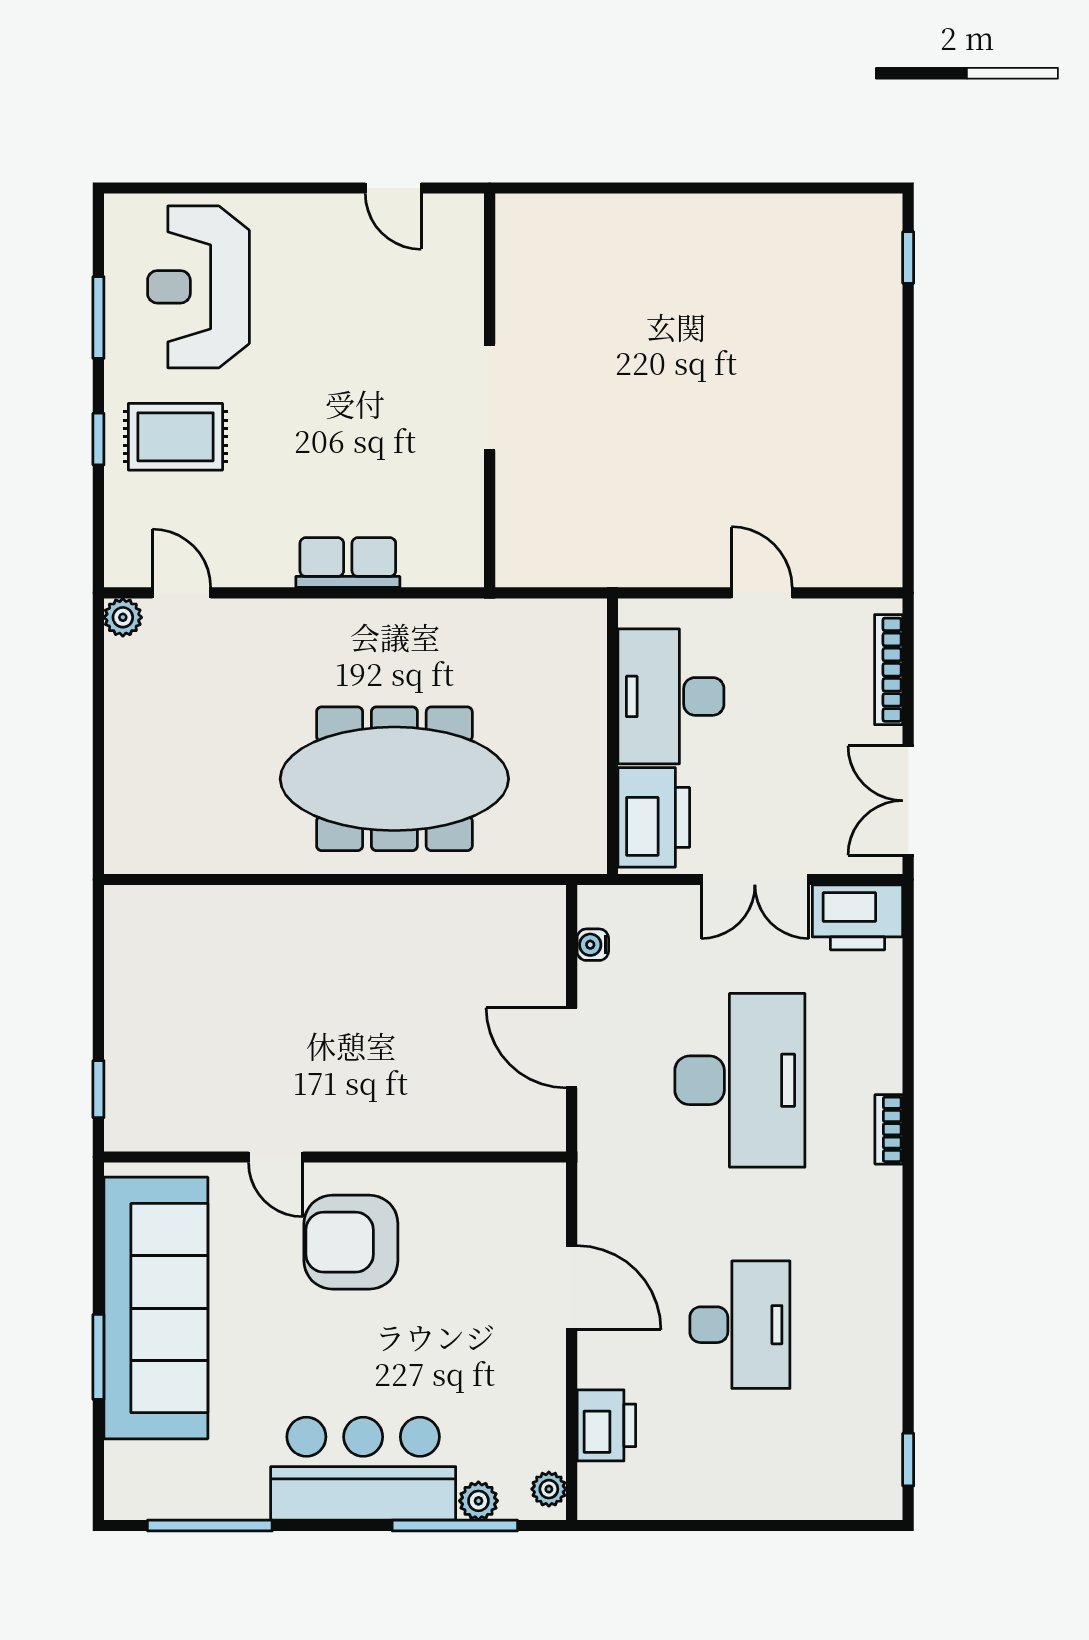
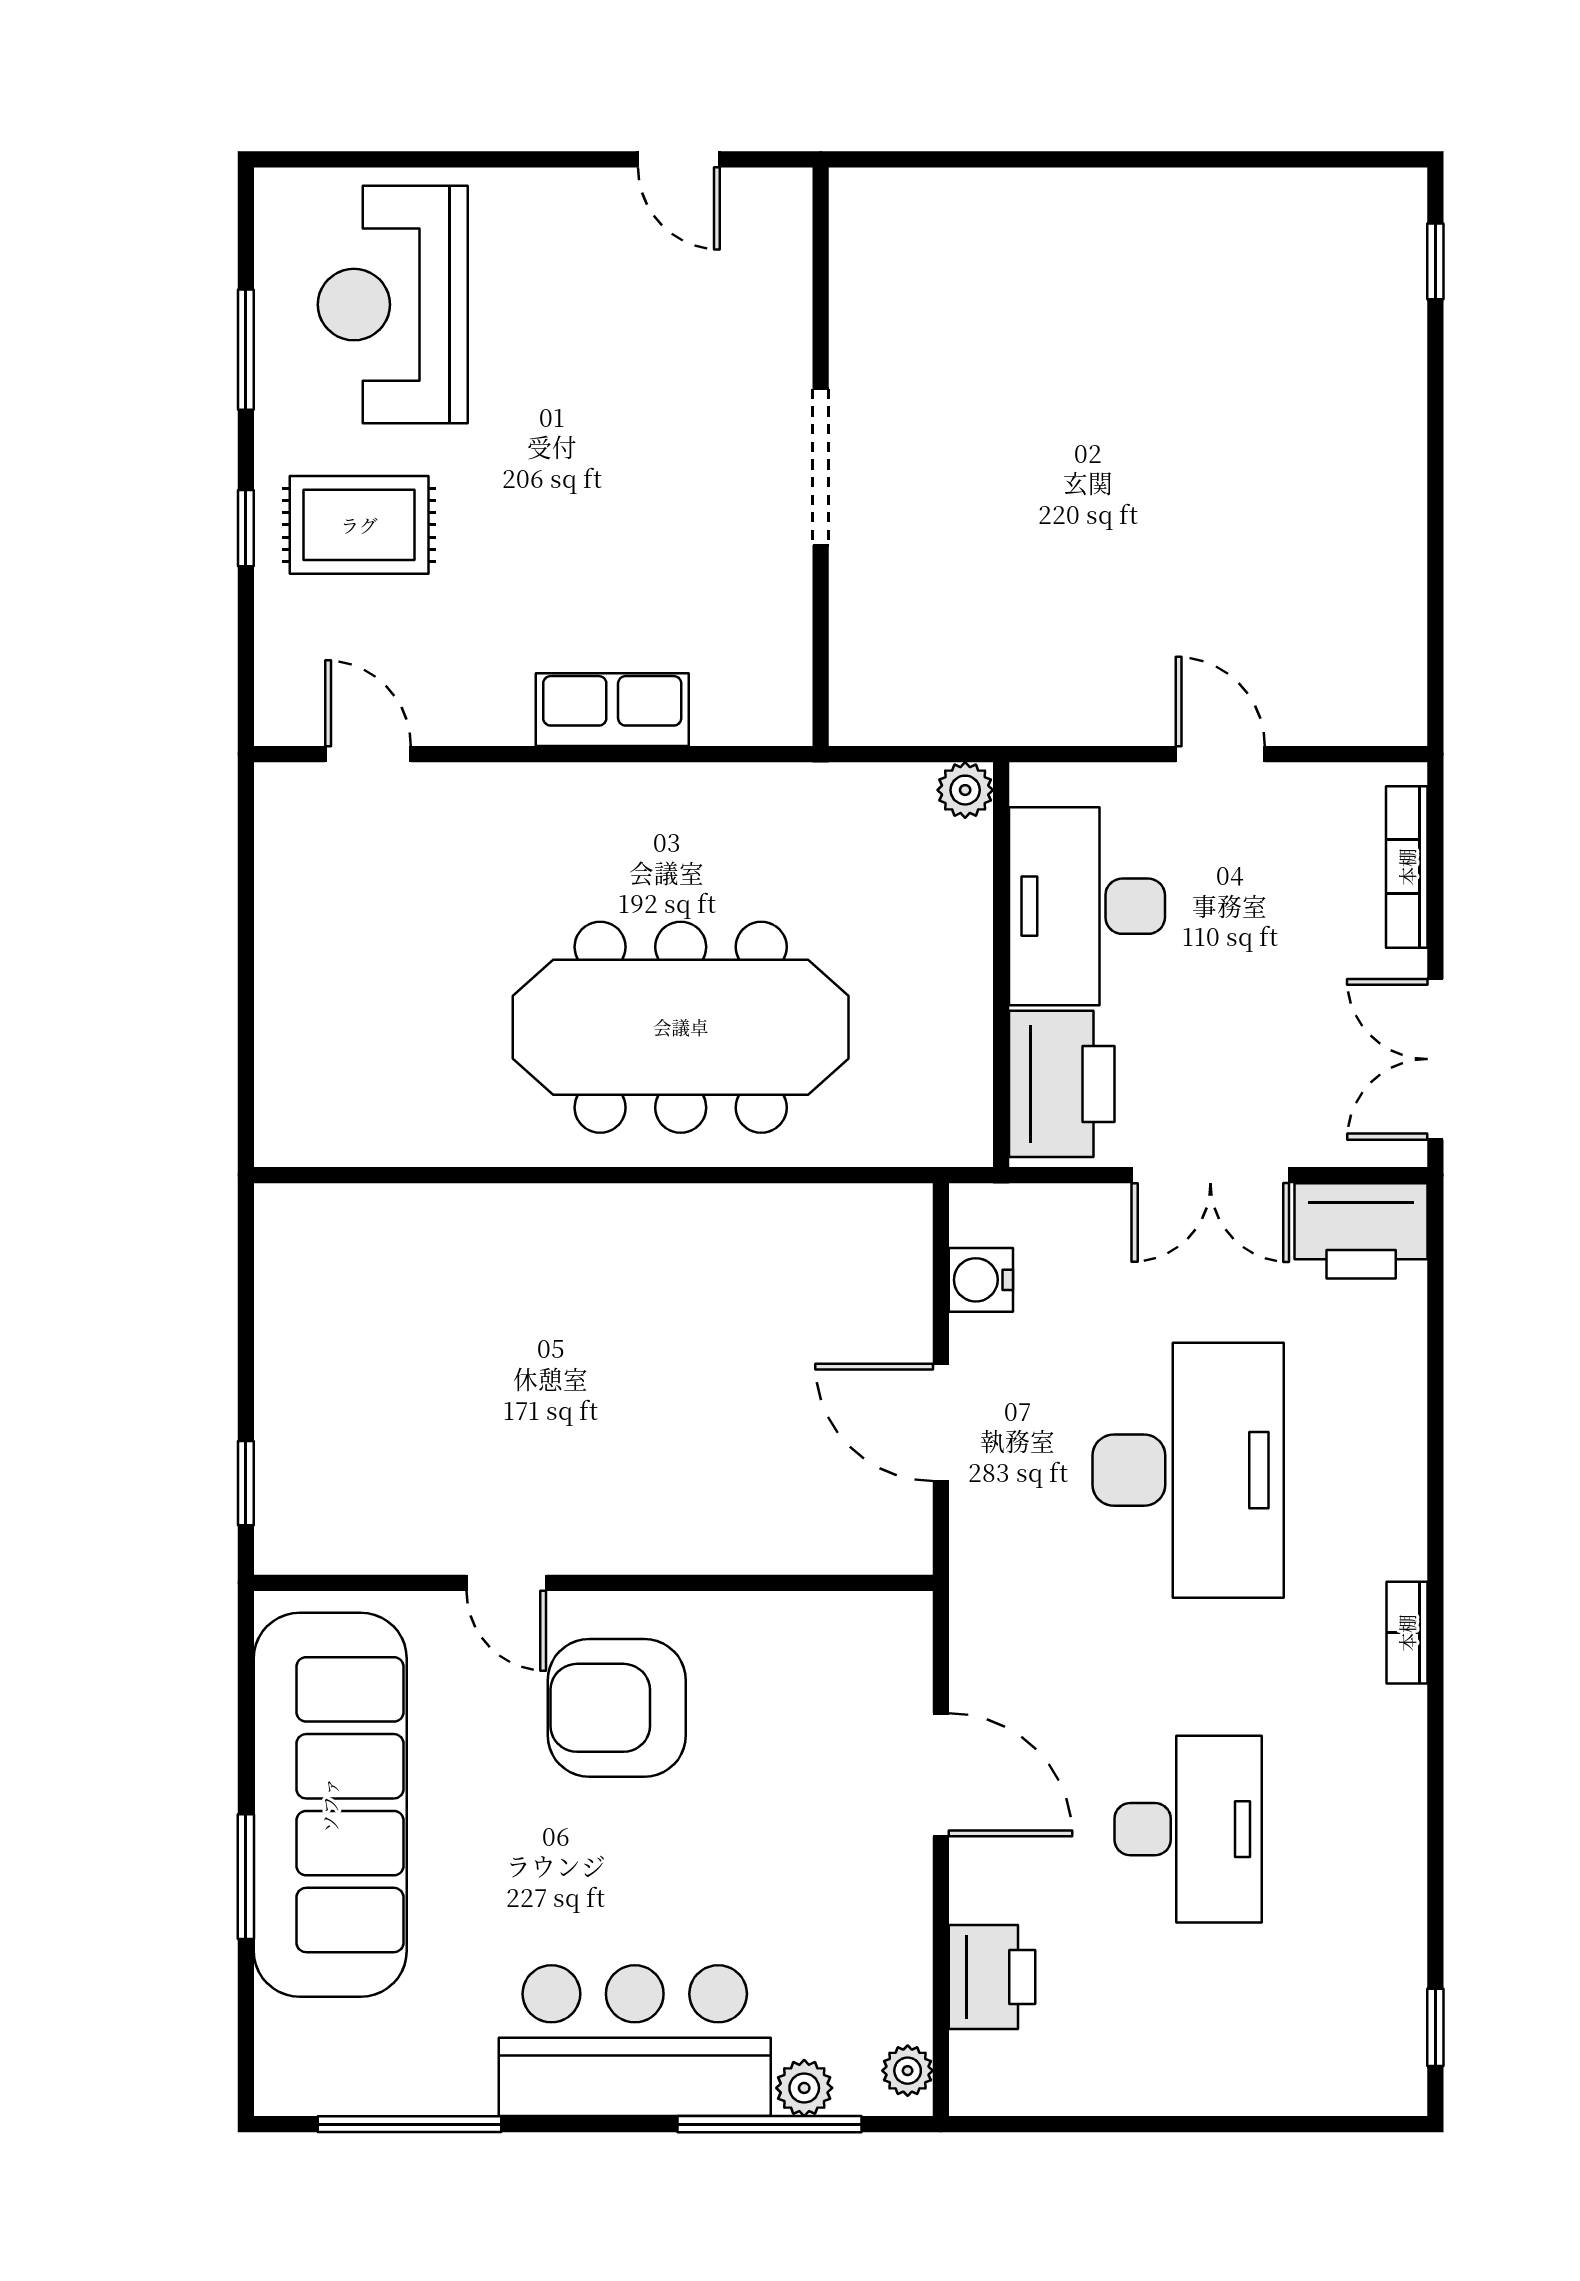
plant: (123, 617) -> (965, 790), moved
water cooler: (593, 945) -> (981, 1280), width x1.38, depth x1.38
bookcase: (889, 1129) -> (1407, 1633), moved

